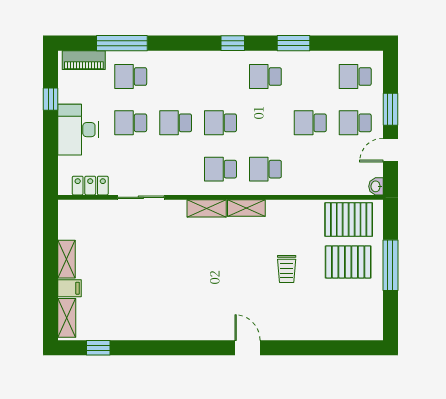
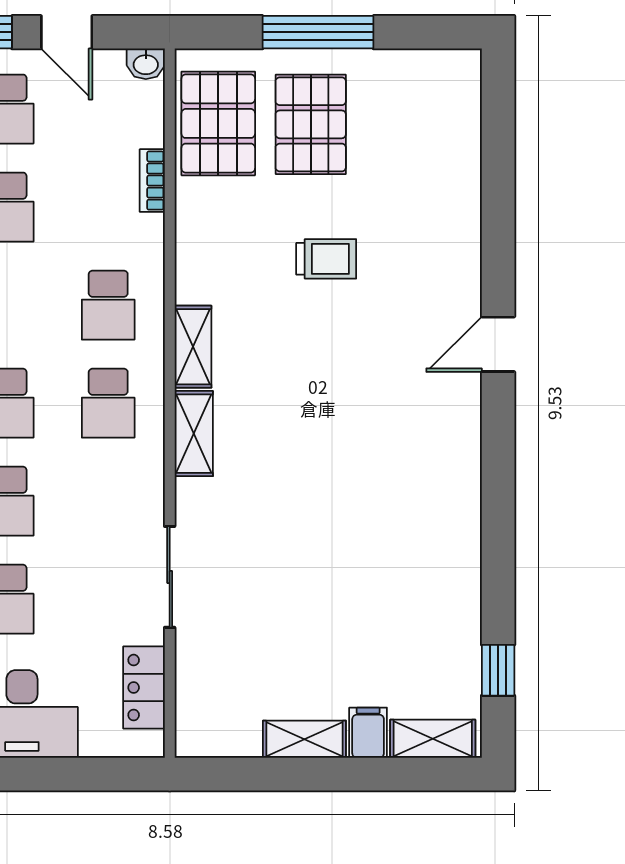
bookcase: (322, 189) -> (152, 181), added

